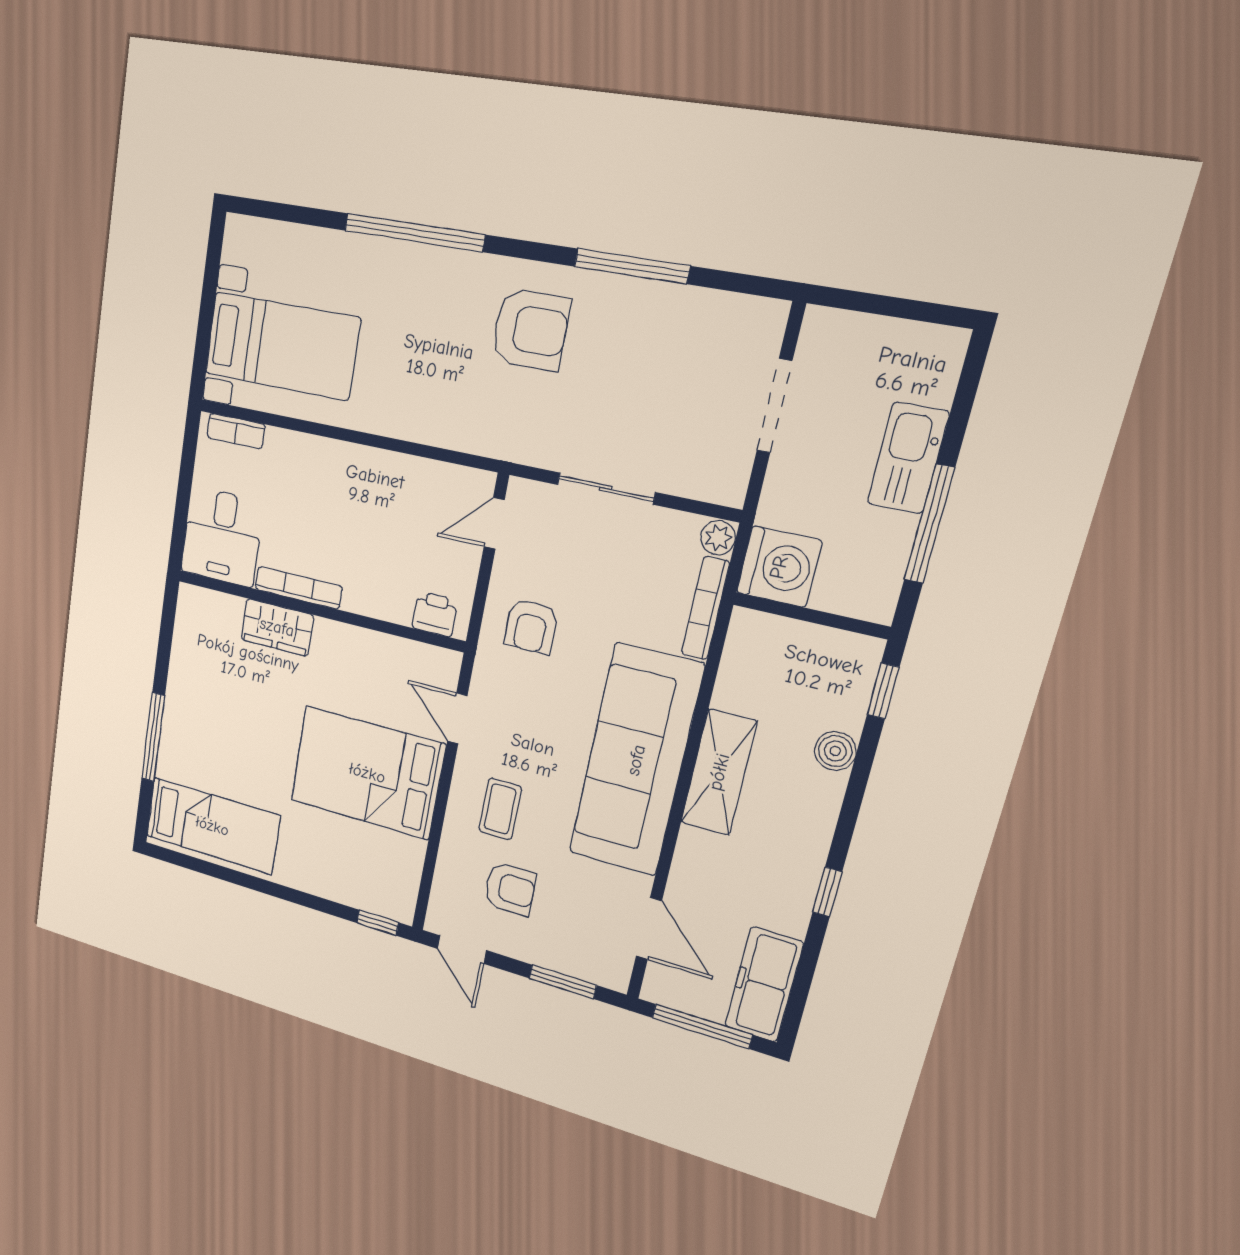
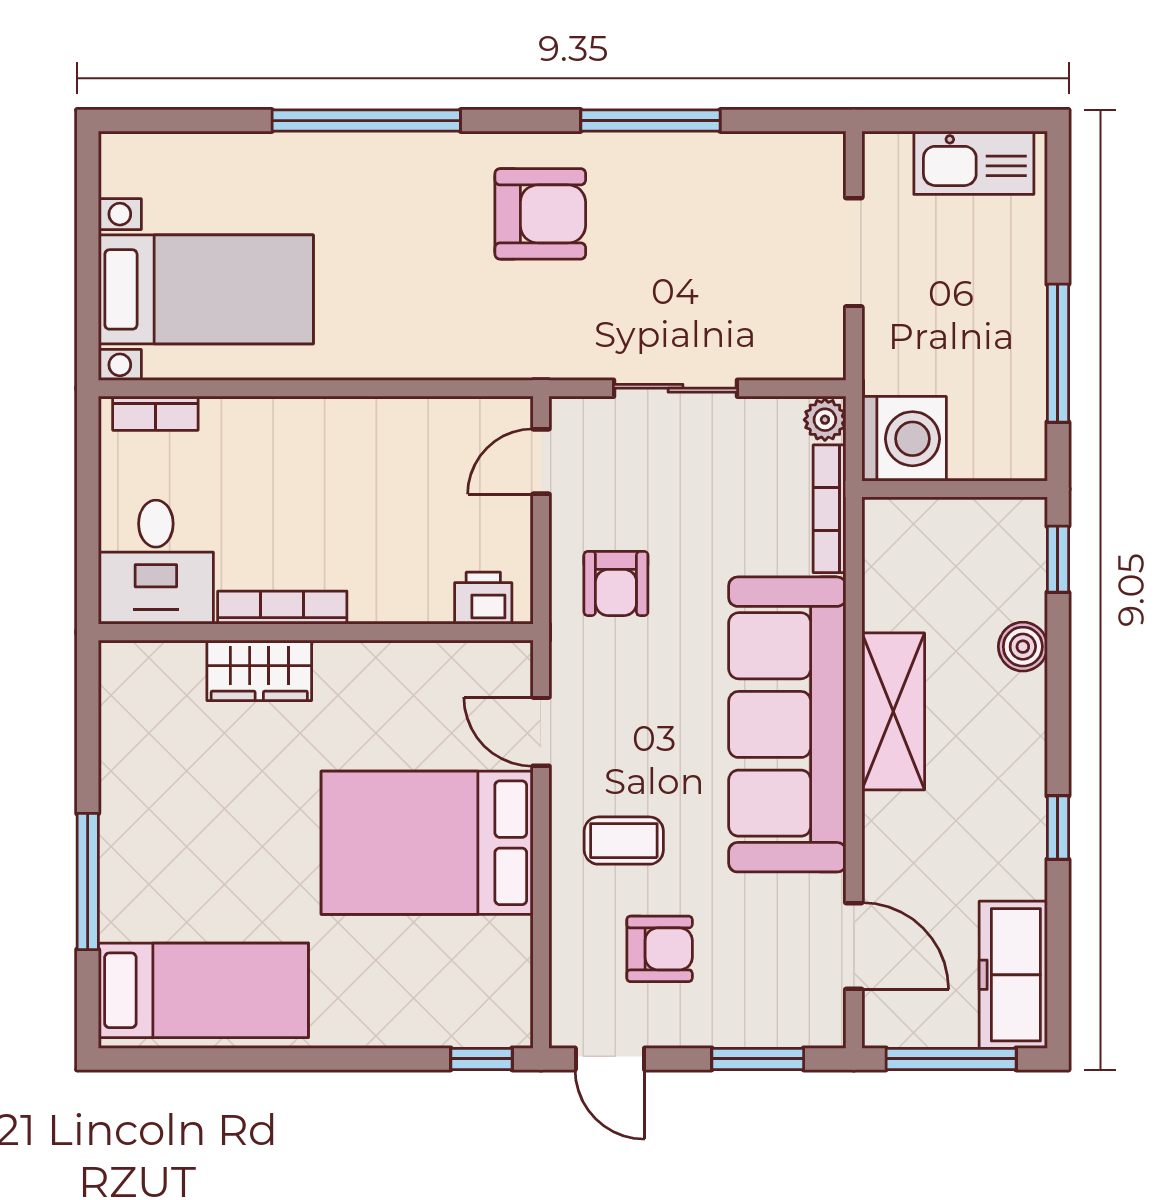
kitchen sink: (908, 458) -> (974, 163), moved, turned -90
coffee table: (500, 809) -> (624, 841), turned 90

